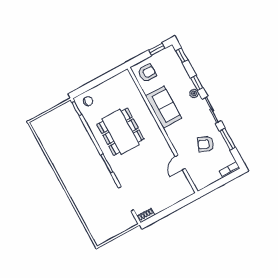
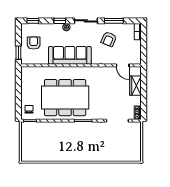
window: (157, 49) -> (18, 53), moved
armchair: (147, 73) -> (34, 43), moved
sofa: (164, 107) -> (70, 55), width x1.36
dining table: (120, 132) -> (65, 98), width x1.36, depth x1.24
door: (180, 162) -> (123, 65), moved
wardrobe: (172, 198) -> (135, 86), added

